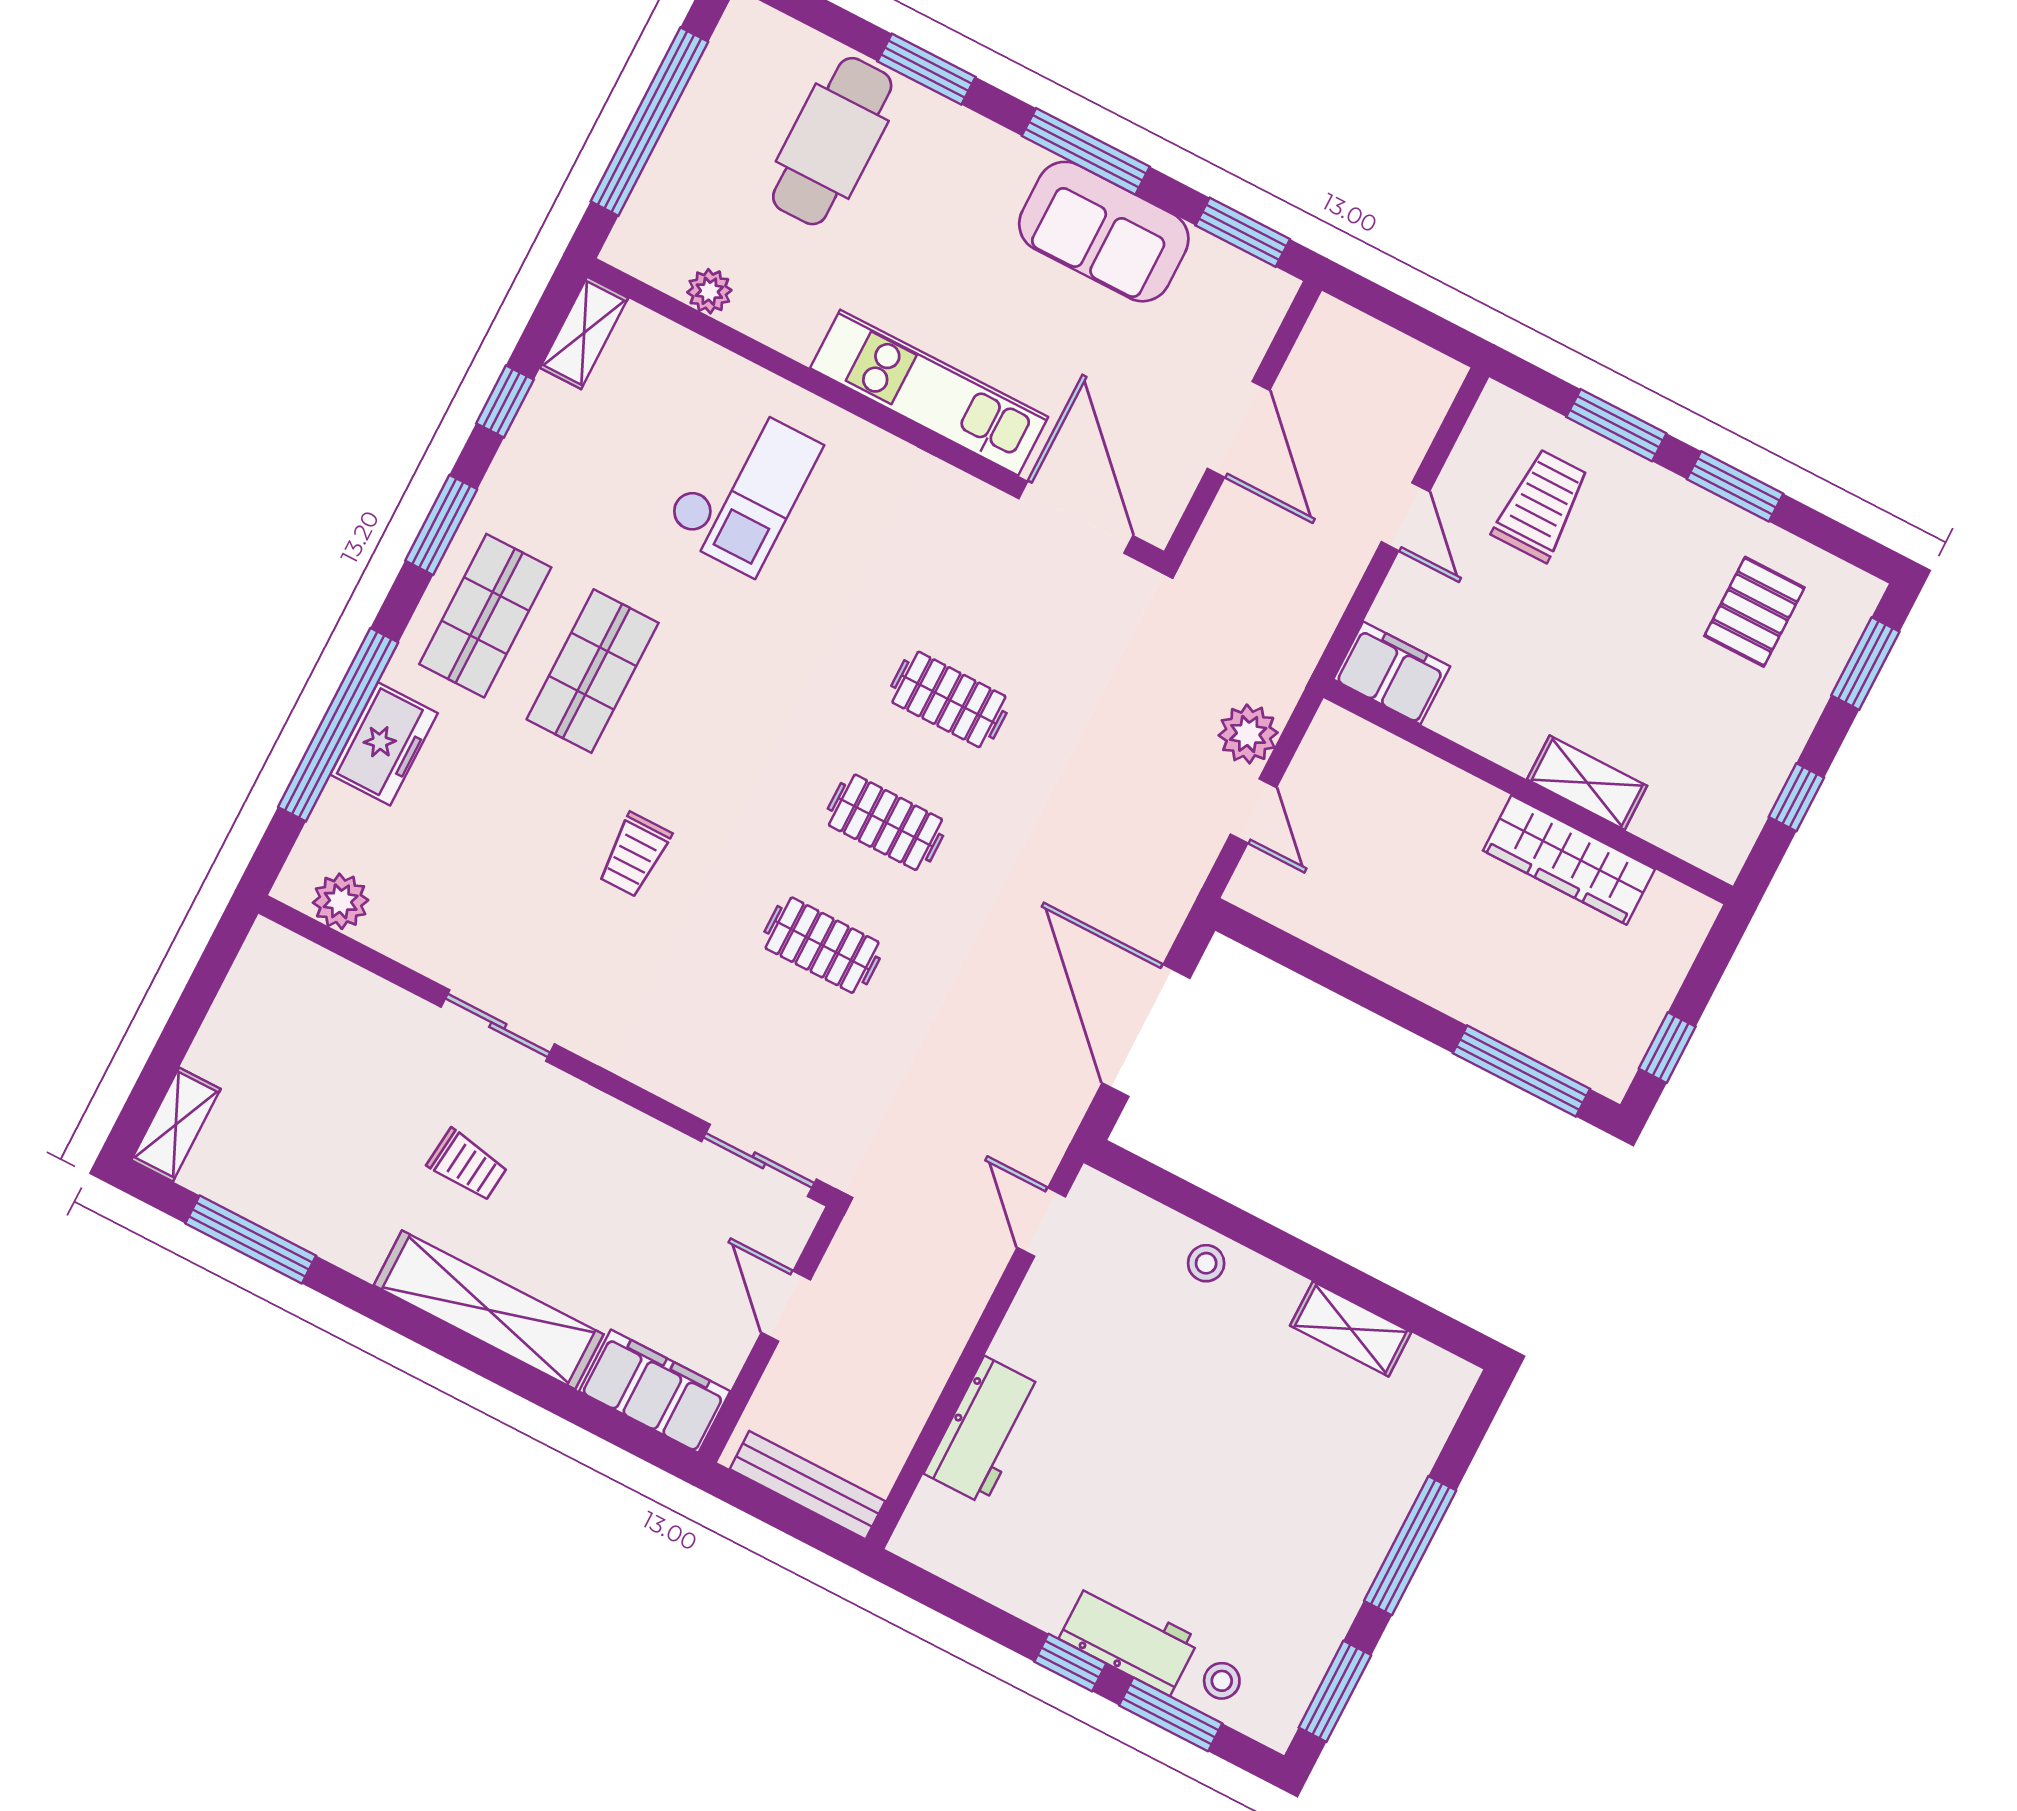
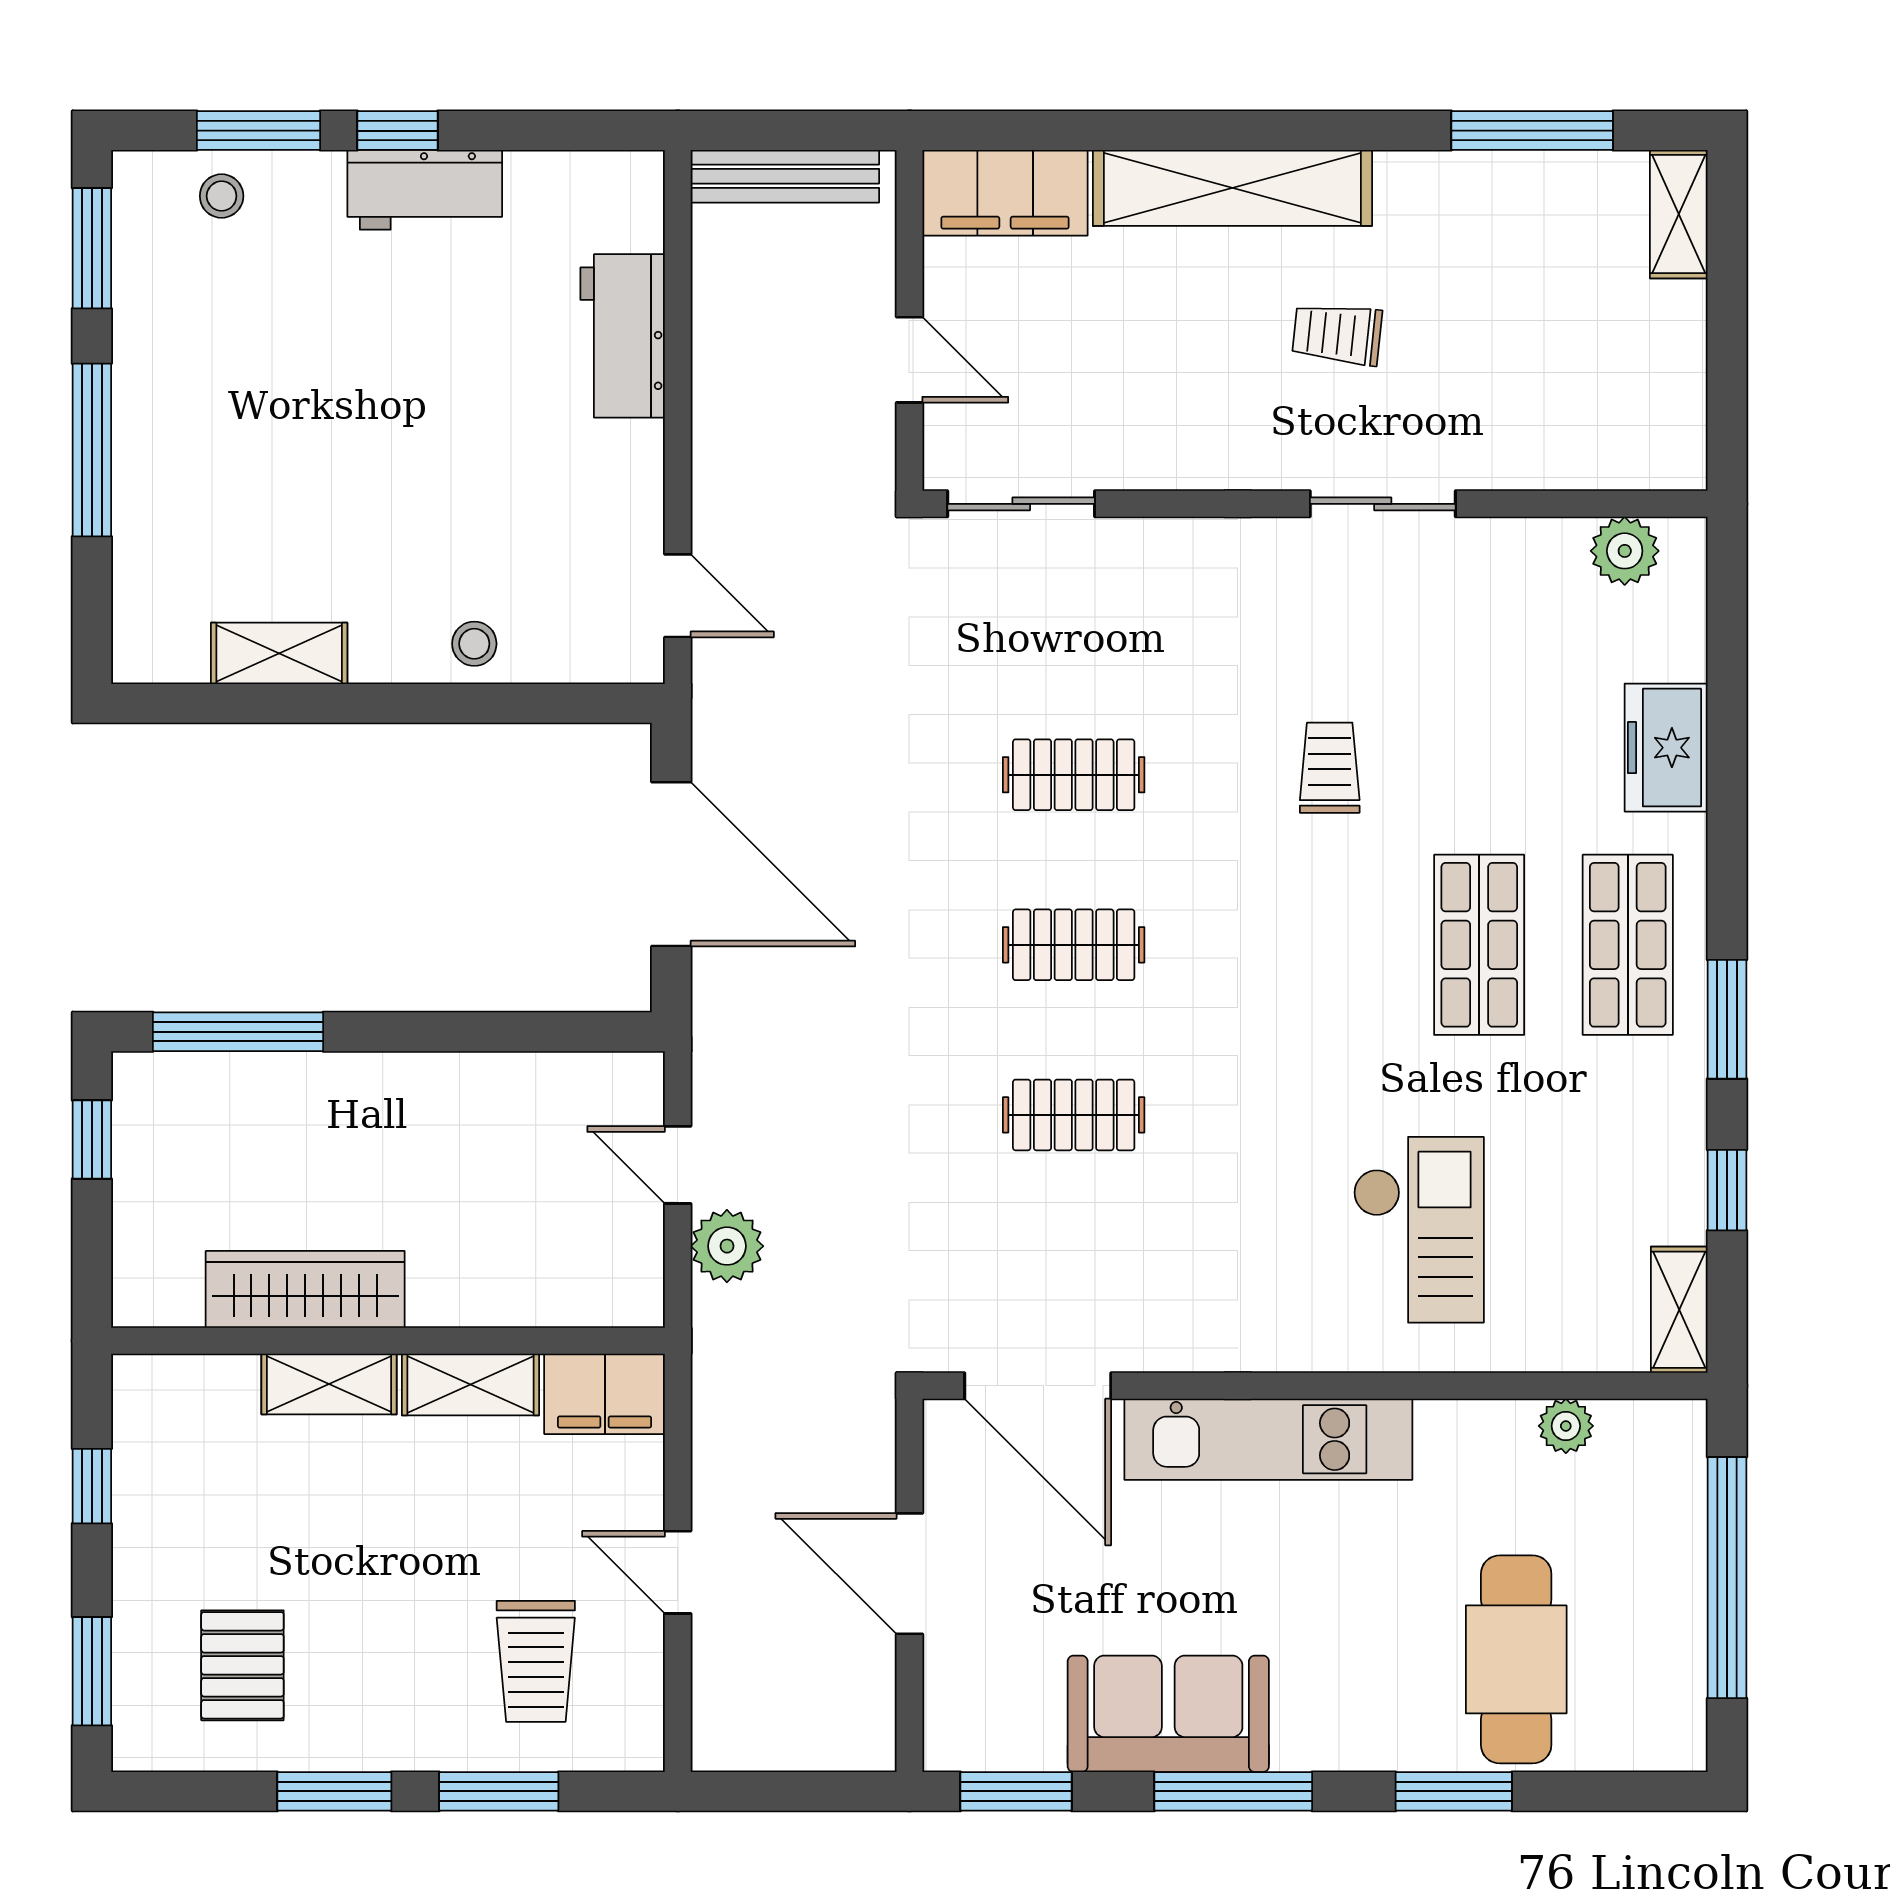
checkout: (743, 488) -> (1418, 1230), turned 180
window: (338, 725) -> (1727, 743), removed
shelving: (1485, 730) -> (470, 1384), added
workbench: (1129, 1639) -> (425, 190), moved

